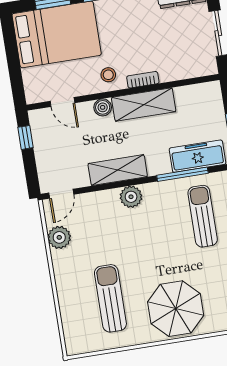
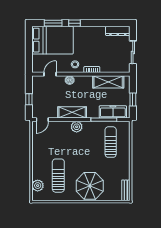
door: (62, 102) -> (50, 74), swing flipped
shelving: (144, 105) -> (108, 82), moved
window: (26, 137) -> (29, 99), moved
plant: (59, 237) -> (38, 186), moved

